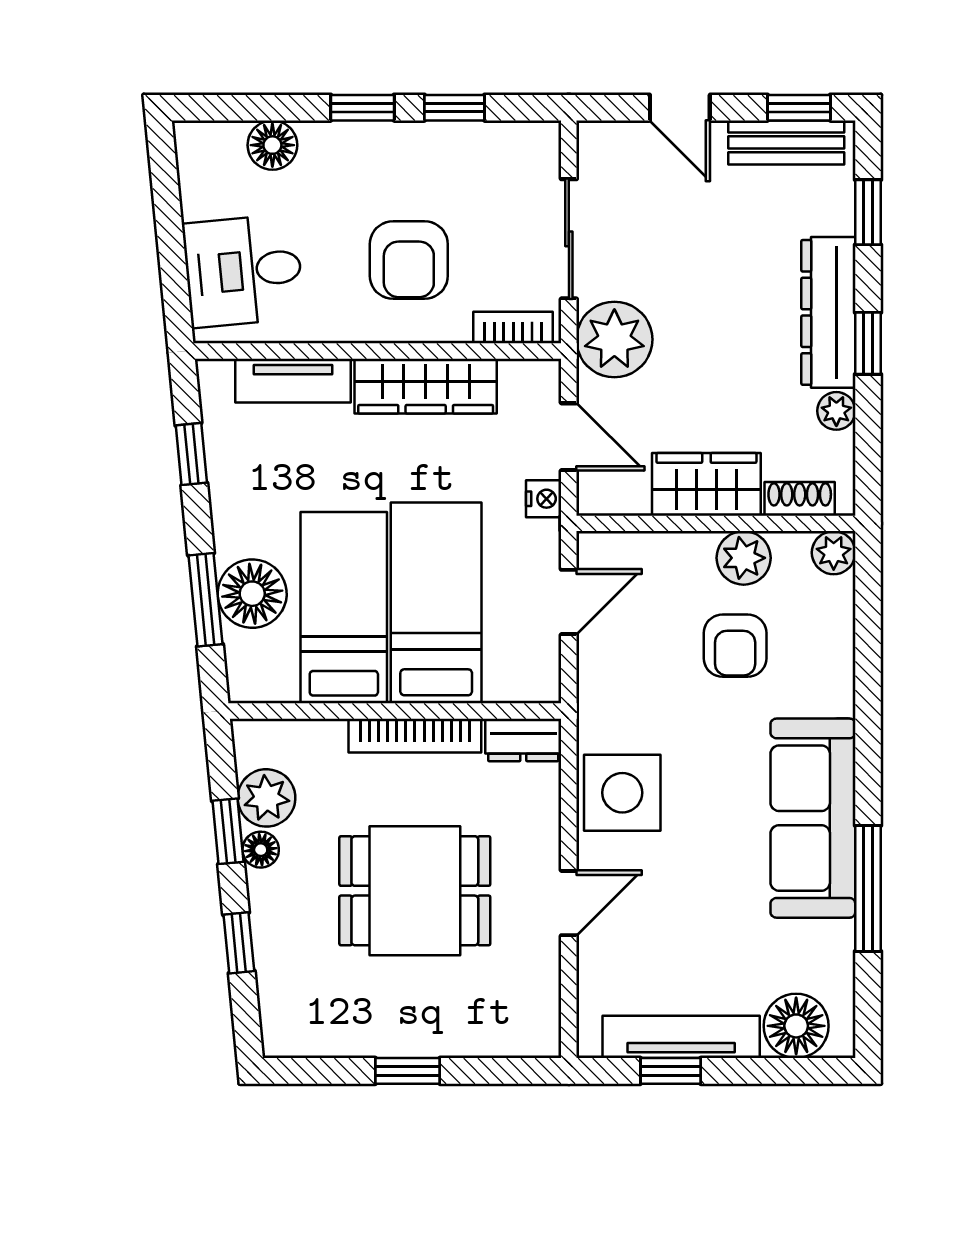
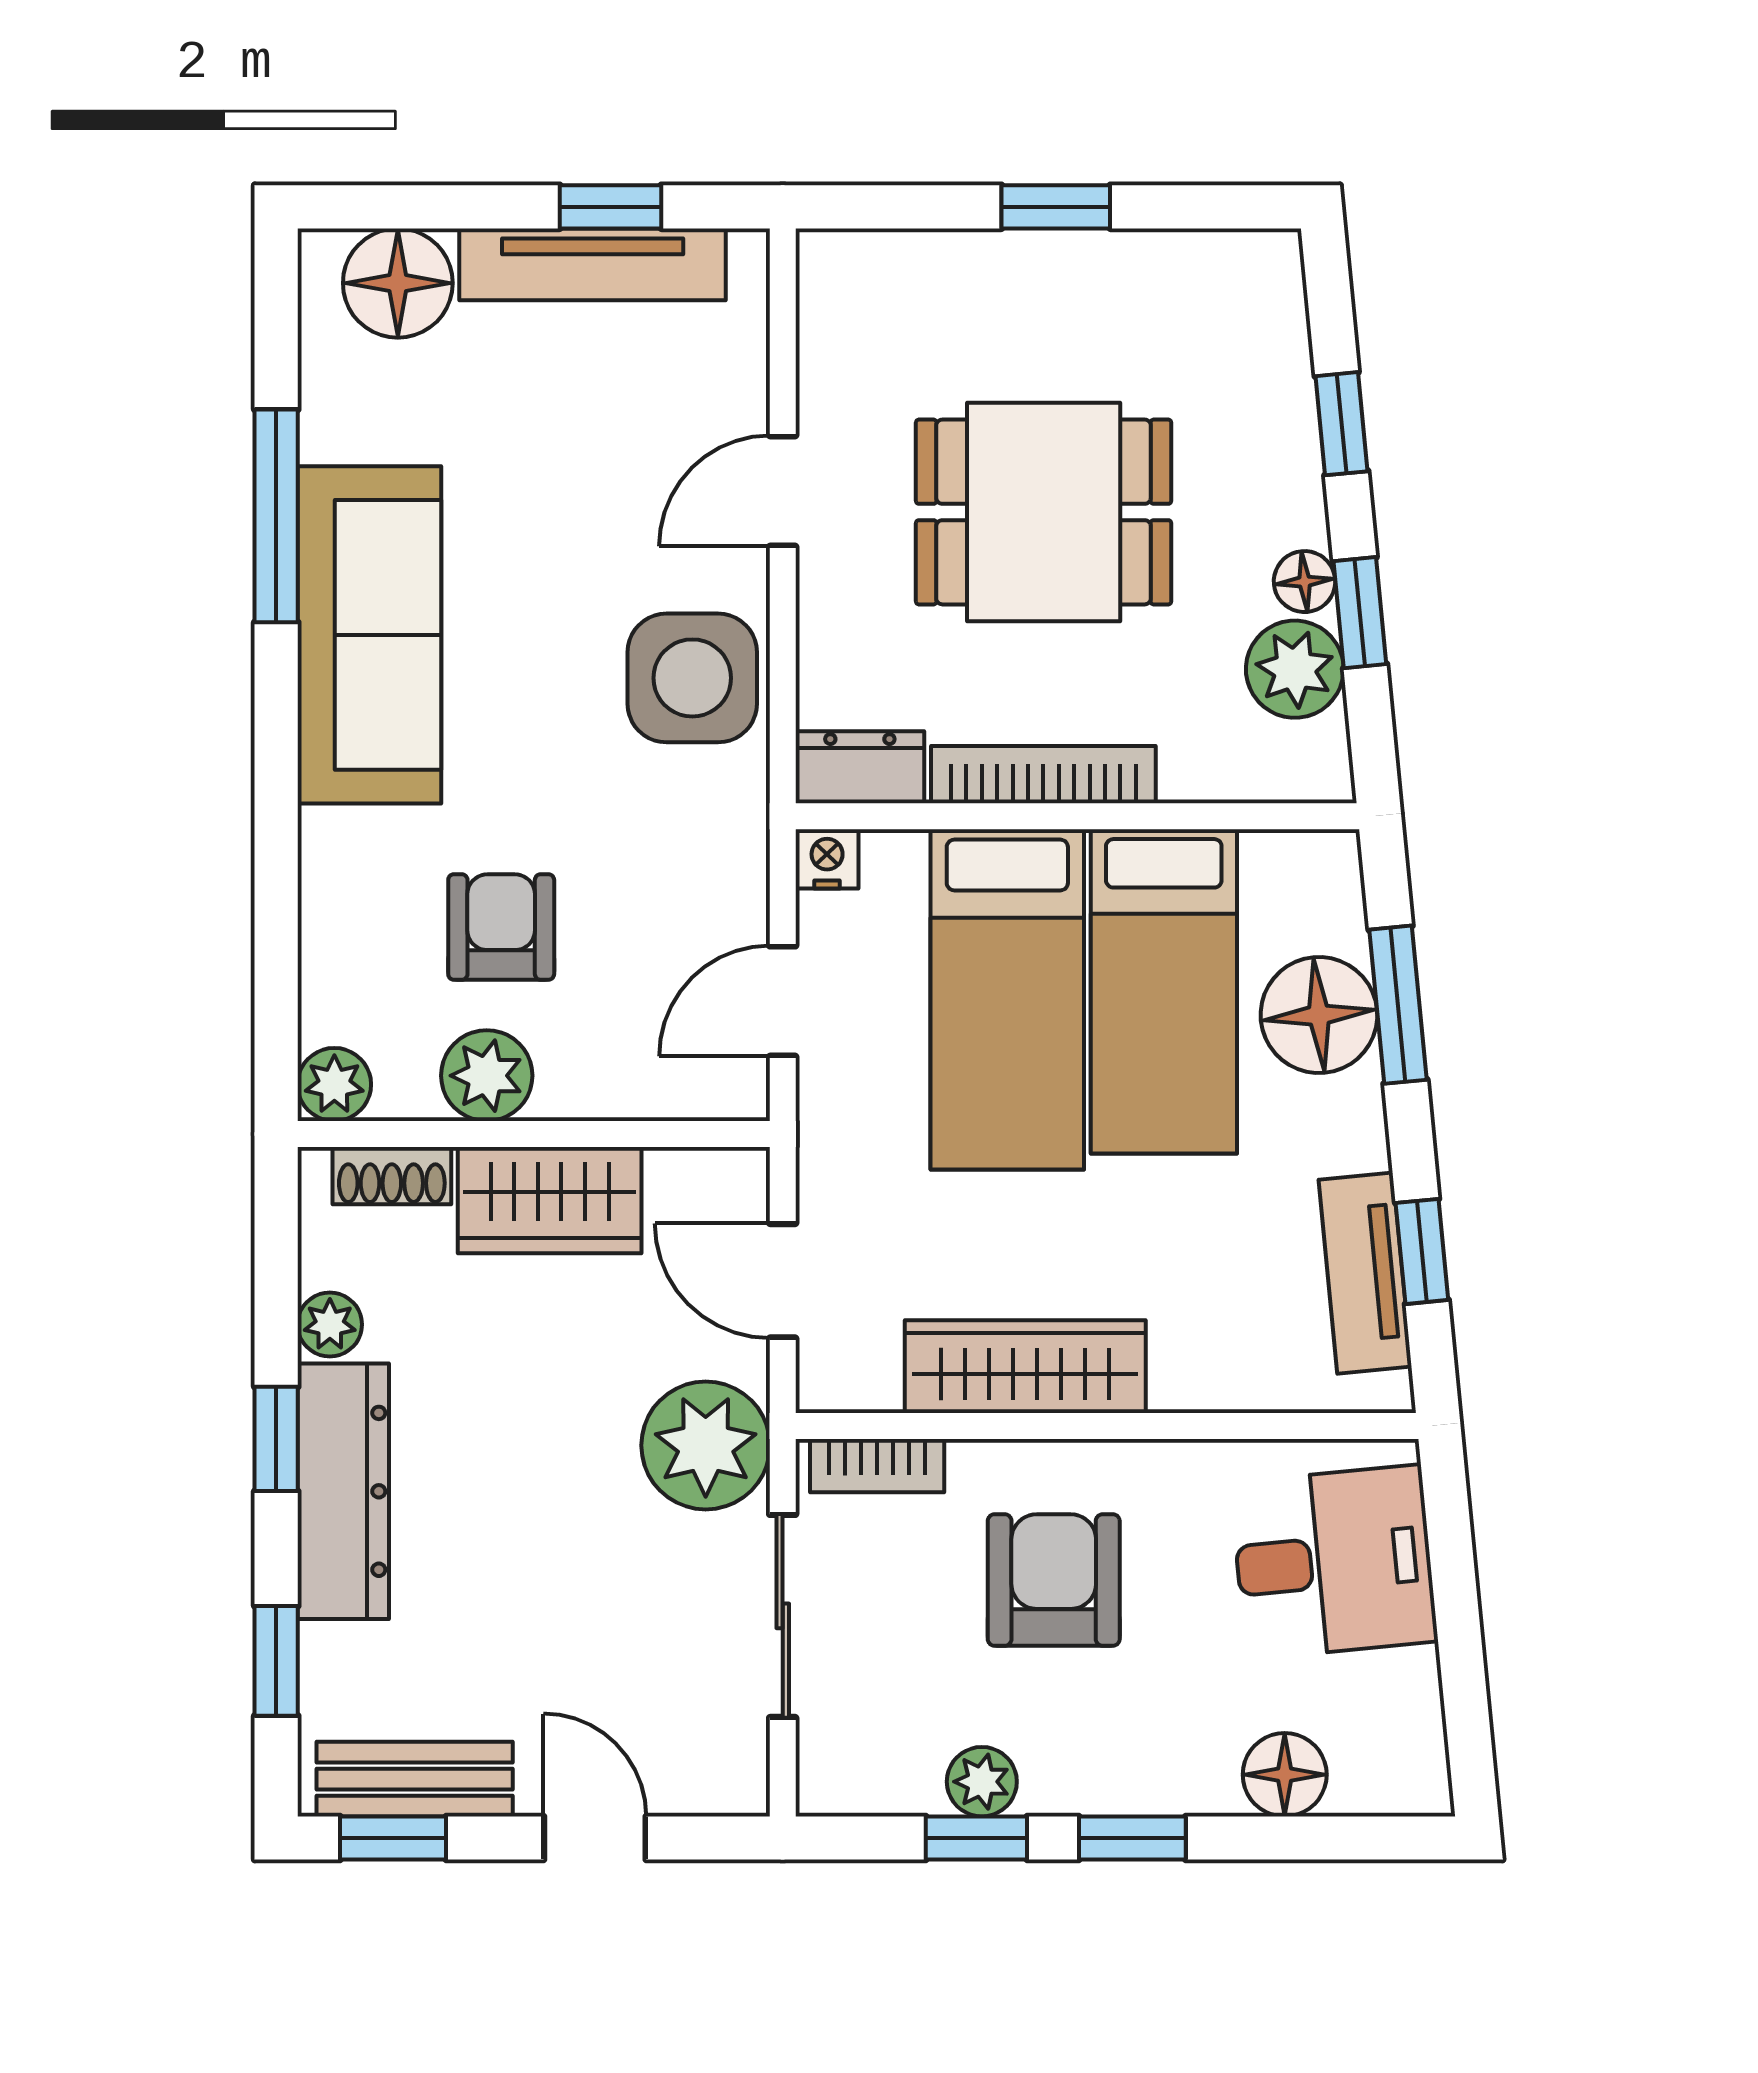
plant: (451, 141) -> (982, 1782), added
tv unit: (293, 381) -> (1365, 1273), moved, turned -96
nightstand: (544, 499) -> (827, 859), moved, turned 90

